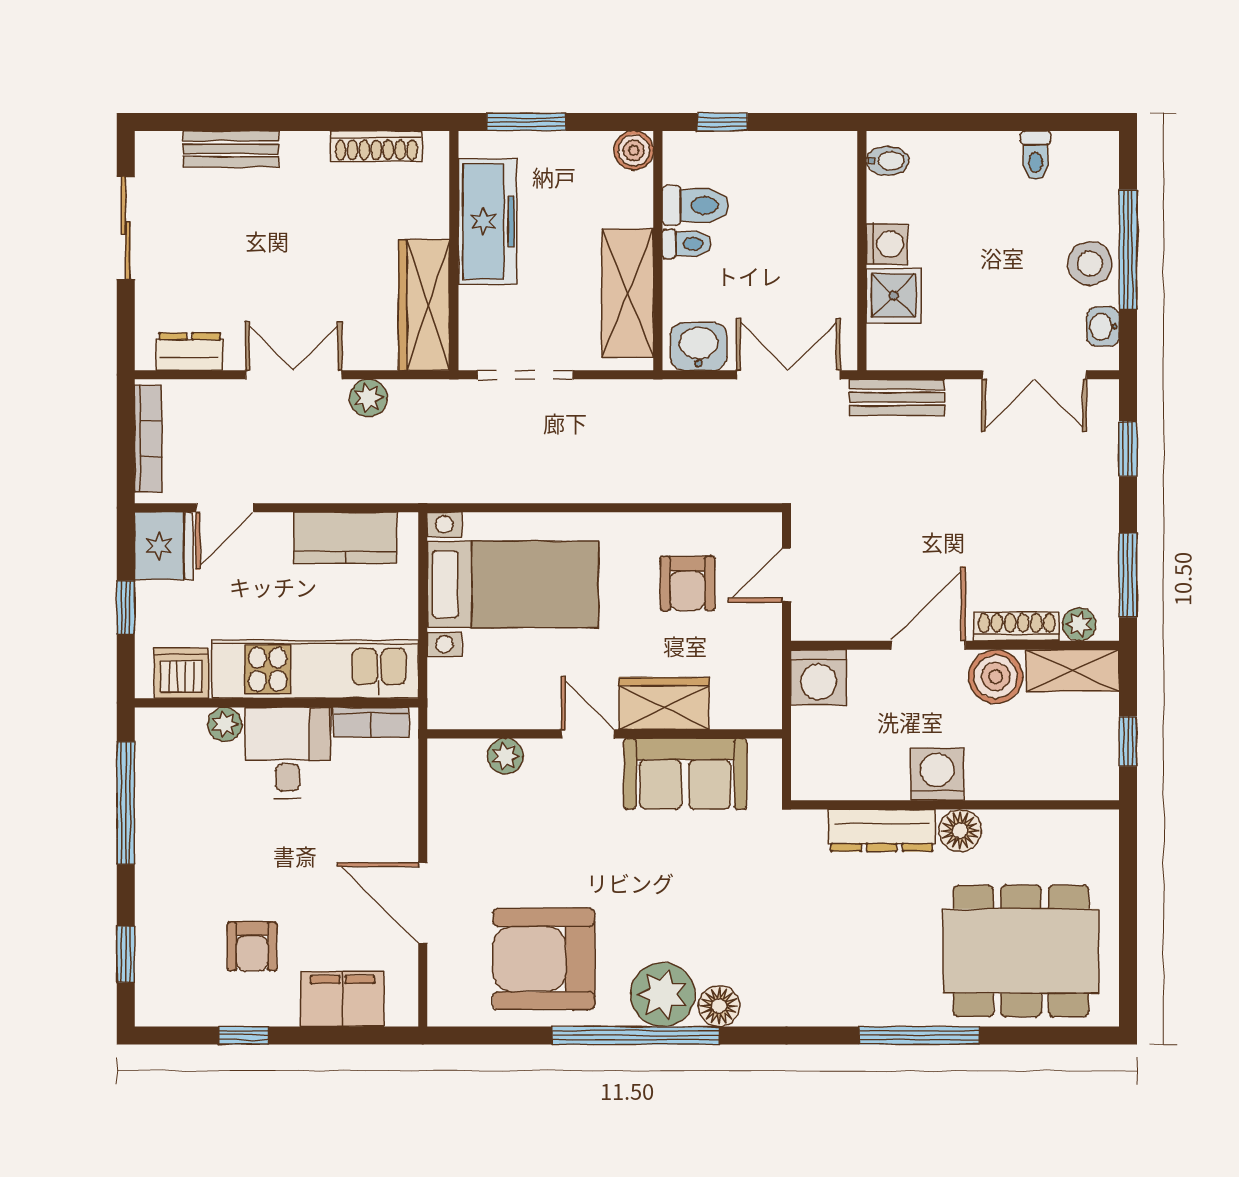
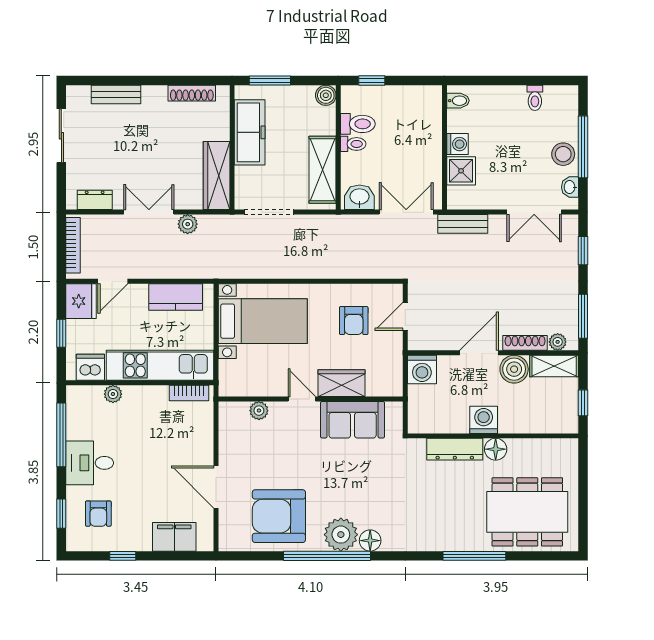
desk: (288, 753) -> (90, 463), moved, turned -90
armchair: (252, 946) -> (98, 514), moved

